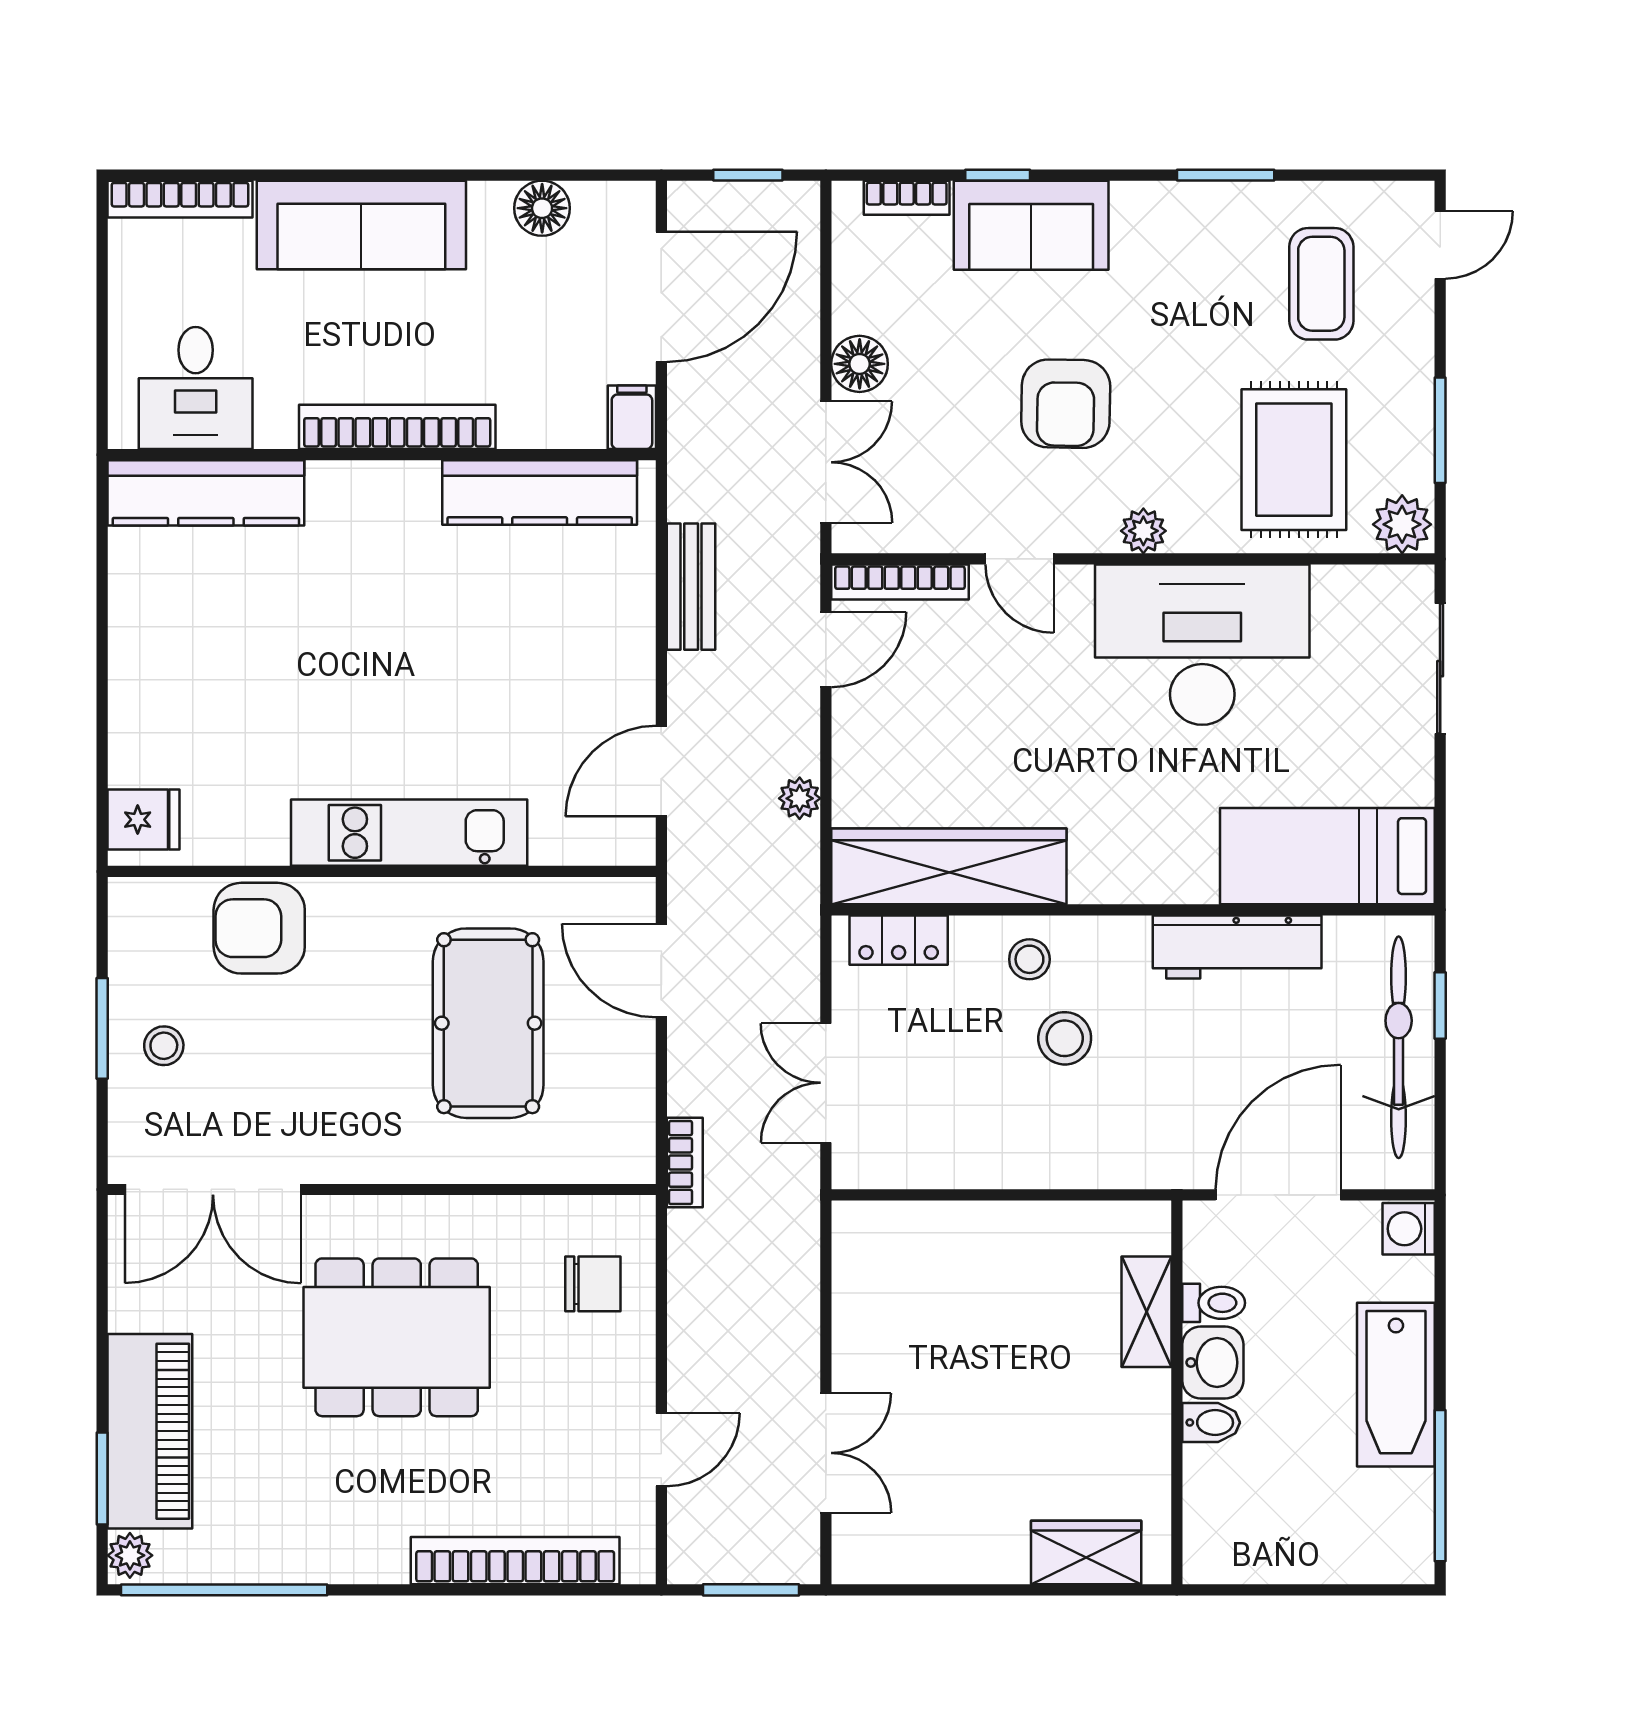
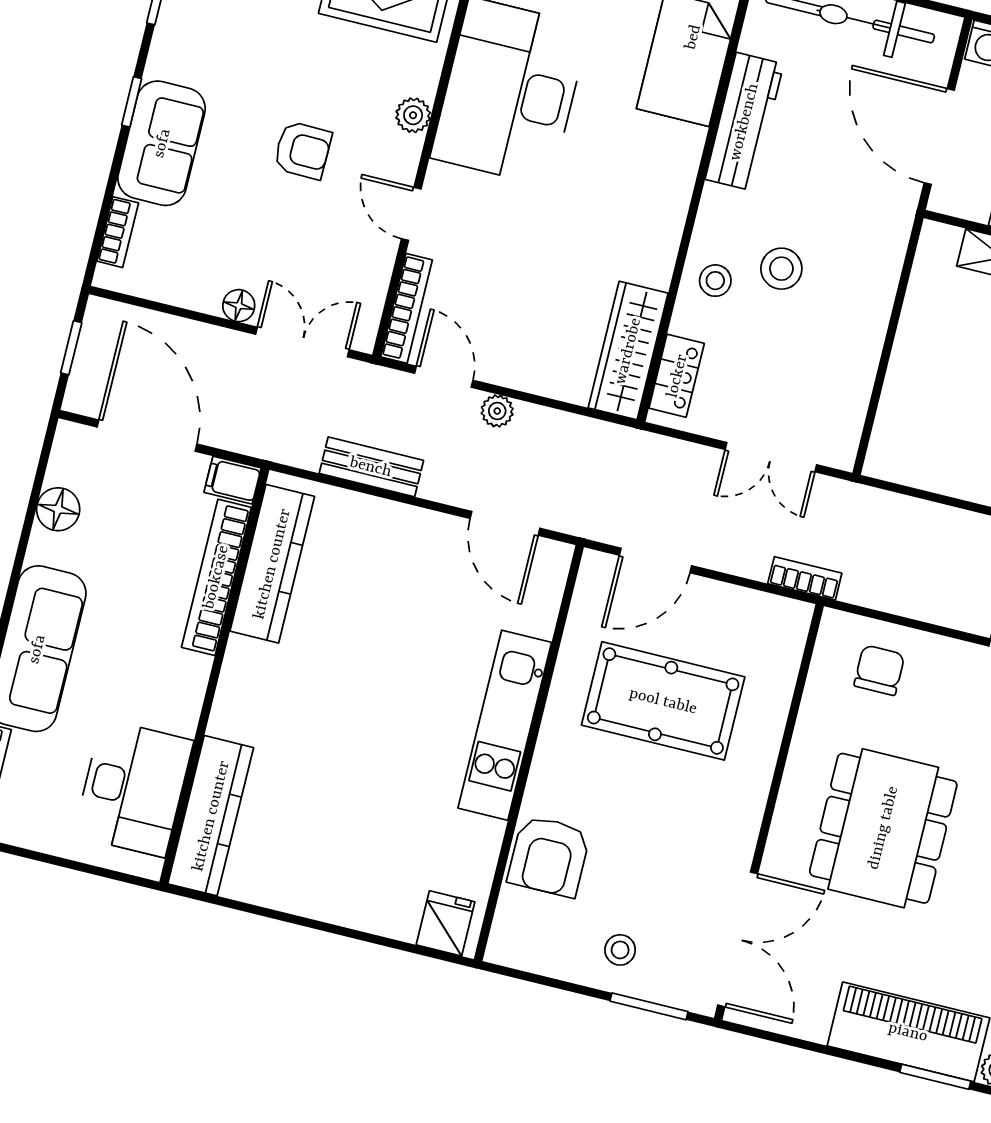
window: (998, 175) -> (132, 102), moved
floor lamp: (860, 364) -> (239, 306), width x0.73, depth x0.73
desk: (196, 388) -> (133, 788), width x1.37
armchair: (1066, 404) -> (303, 150), width x0.72, depth x0.72
bookcase: (397, 427) -> (216, 577), moved
door: (1019, 559) -> (411, 214), swing flipped
plant: (800, 798) -> (497, 411), moved
wardrobe: (949, 866) -> (628, 351), width x0.71, depth x0.85
window: (102, 1028) -> (649, 1006), moved

